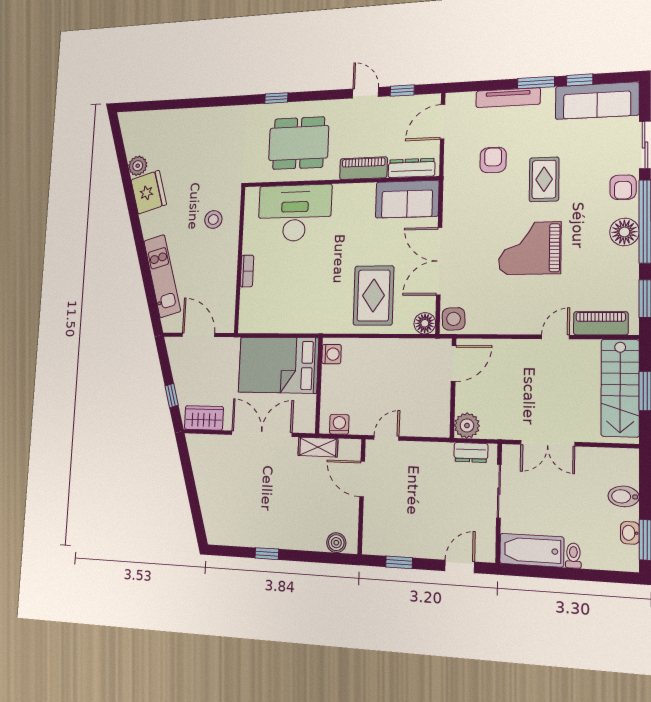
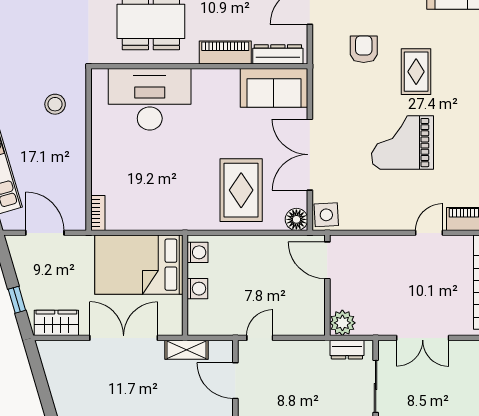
bookcase: (247, 271) -> (98, 213), moved
door: (454, 363) -> (327, 260), swing flipped
washing machine: (339, 424) -> (197, 289), moved, turned 90

